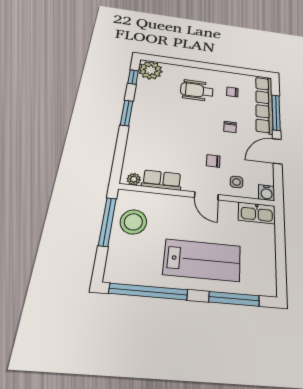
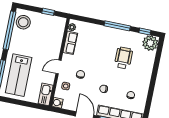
wheelchair: (197, 90) -> (124, 58), moved
window: (127, 113) -> (117, 26), width x1.44
window: (107, 222) -> (48, 12), width x0.46
stool: (133, 222) -> (23, 22), moved
lab bench: (202, 260) -> (19, 75), moved

